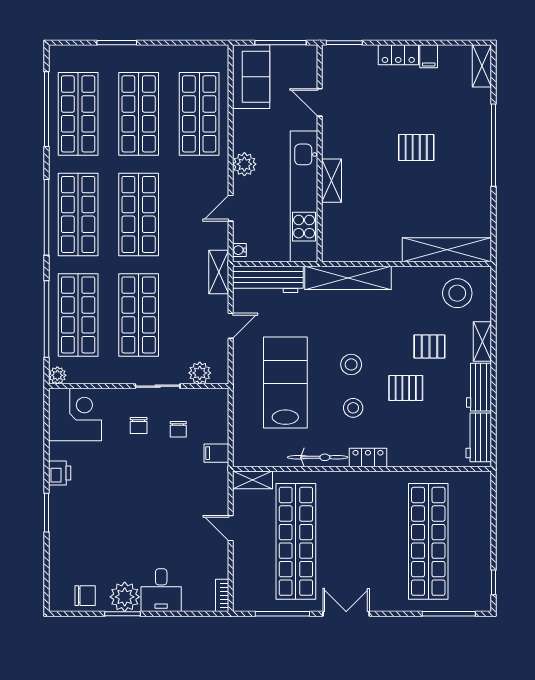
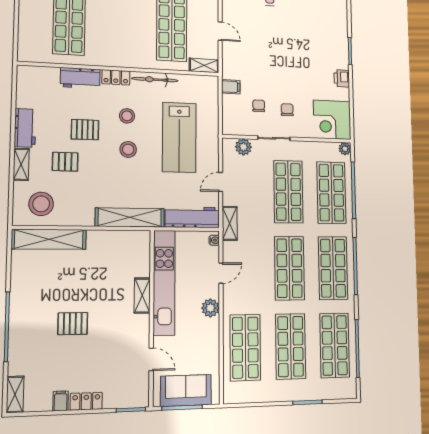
sofa: (251, 77) -> (186, 390), moved, turned 90
workbench: (479, 437) -> (80, 78), moved, turned 90

